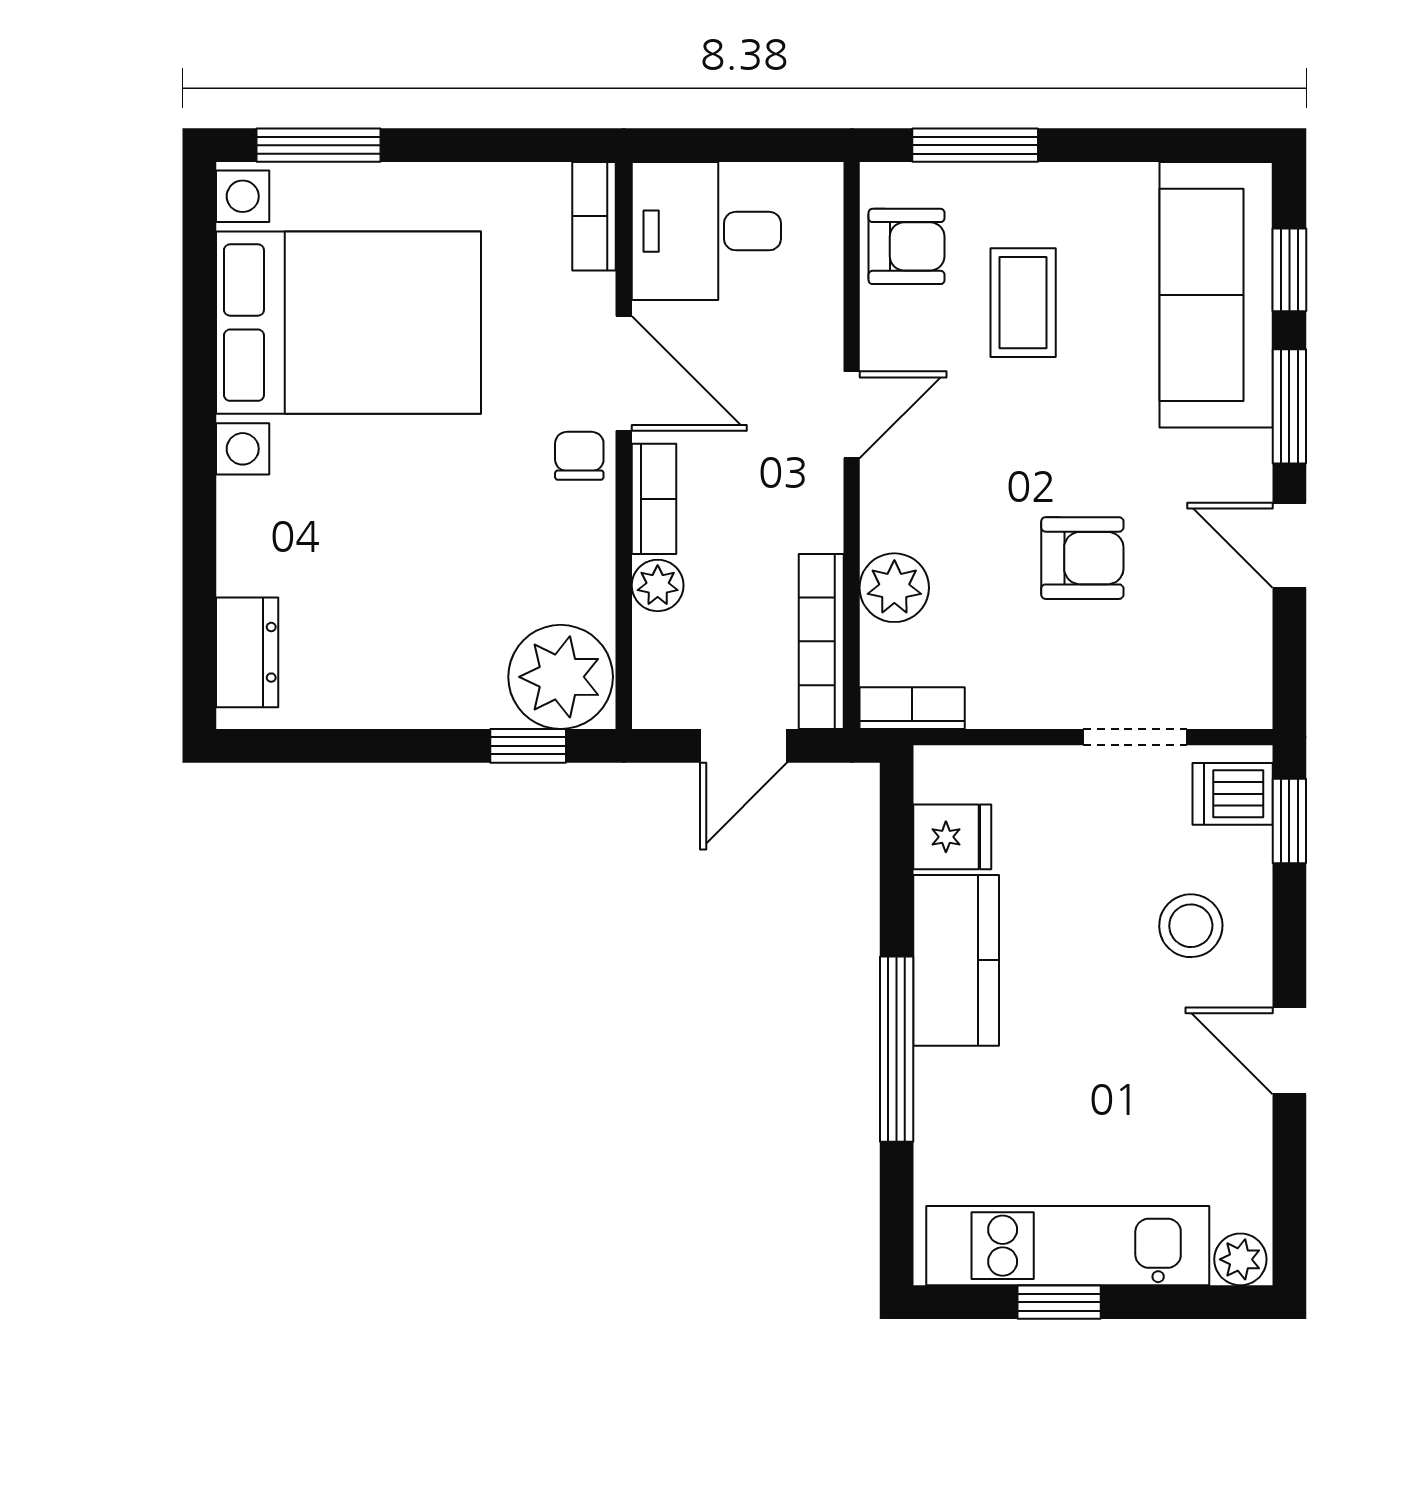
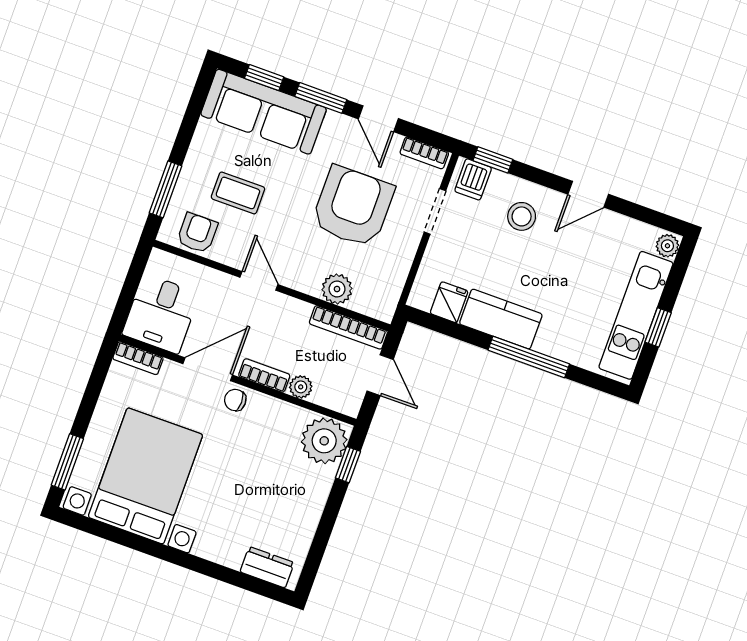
door: (1289, 545) -> (378, 119), hinge flipped
armchair: (1082, 558) -> (353, 207), width x1.88, depth x1.88
bookcase: (912, 708) -> (424, 153), moved, turned -90

